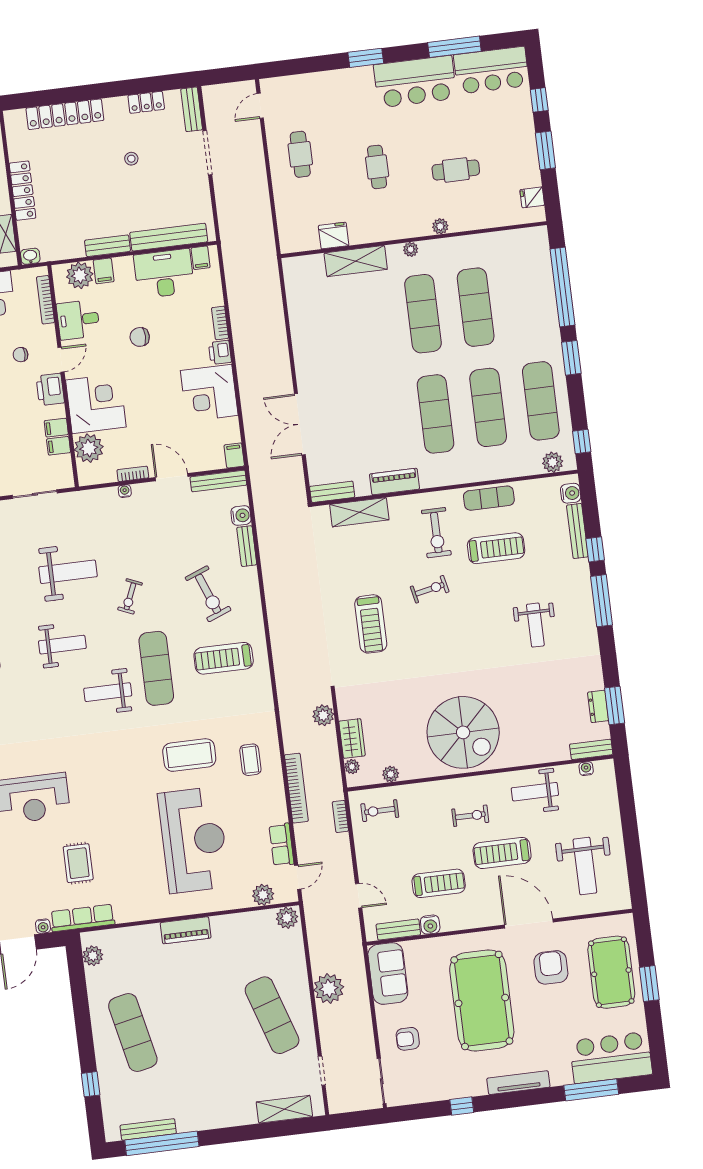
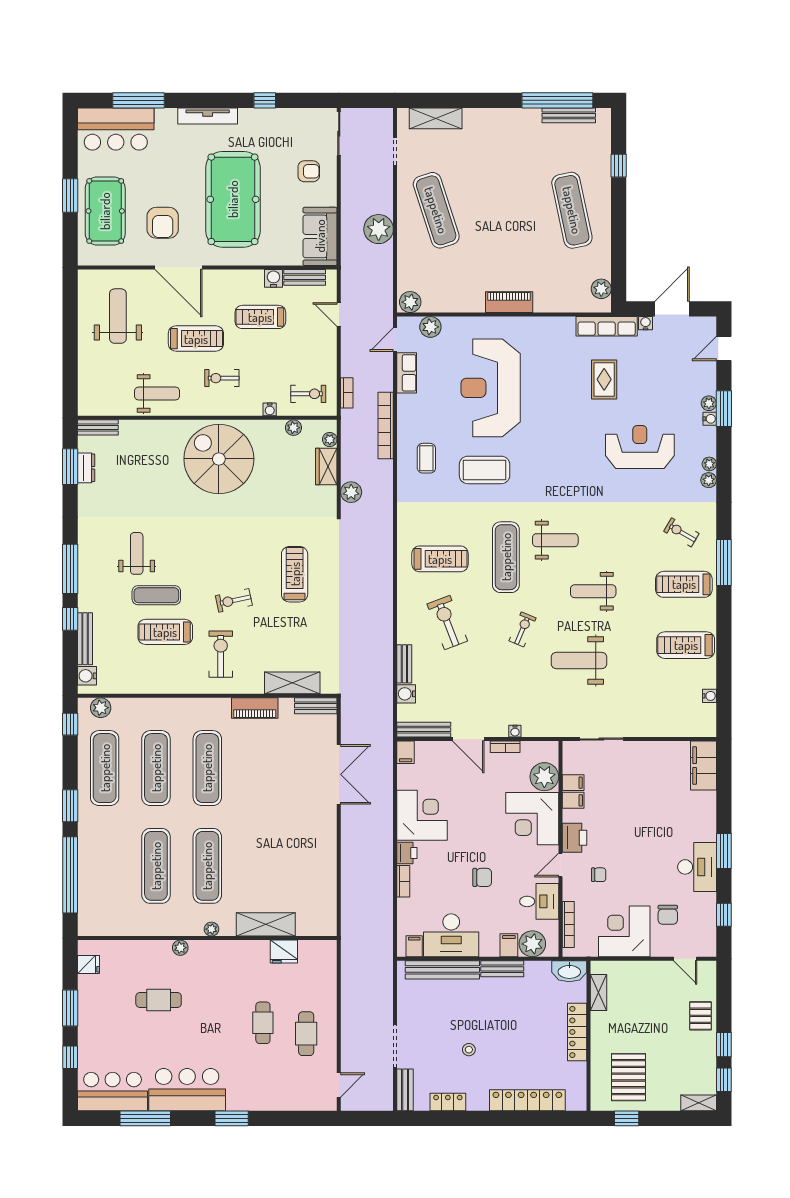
cafe table: (377, 167) -> (263, 1023), moved
washbasin: (30, 256) -> (569, 971), width x1.91, depth x1.45
exercise mat: (489, 498) -> (156, 595), moved
water cooler: (586, 769) -> (270, 409), moved

